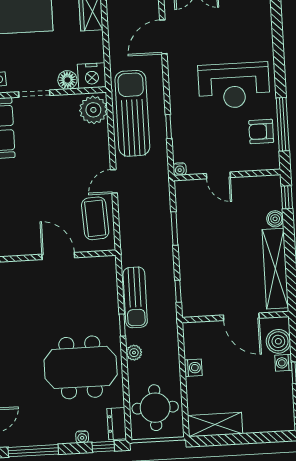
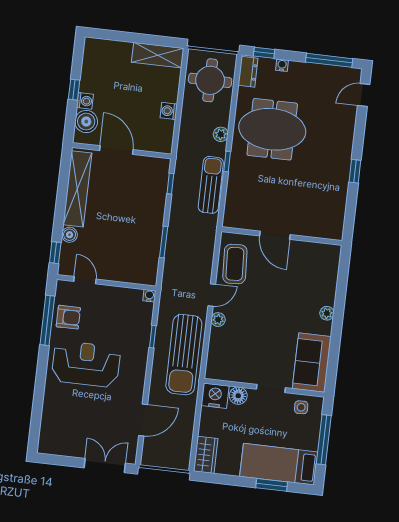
plant: (93, 110) -> (218, 320), moved, width x0.53, depth x0.53
door: (218, 175) -> (85, 280), moved

